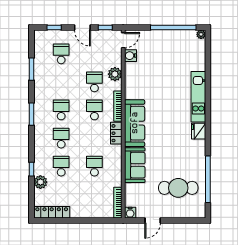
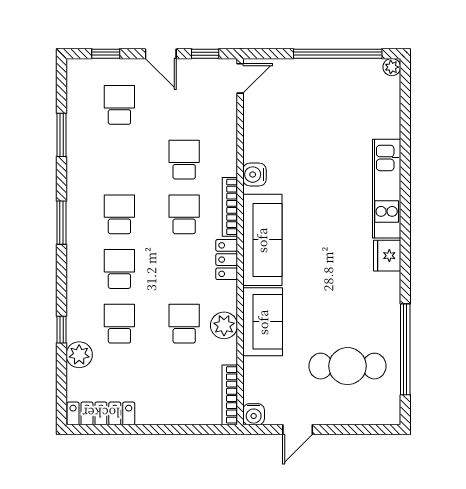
water cooler: (131, 56) -> (255, 175), moved
plant: (115, 74) -> (224, 325), moved

